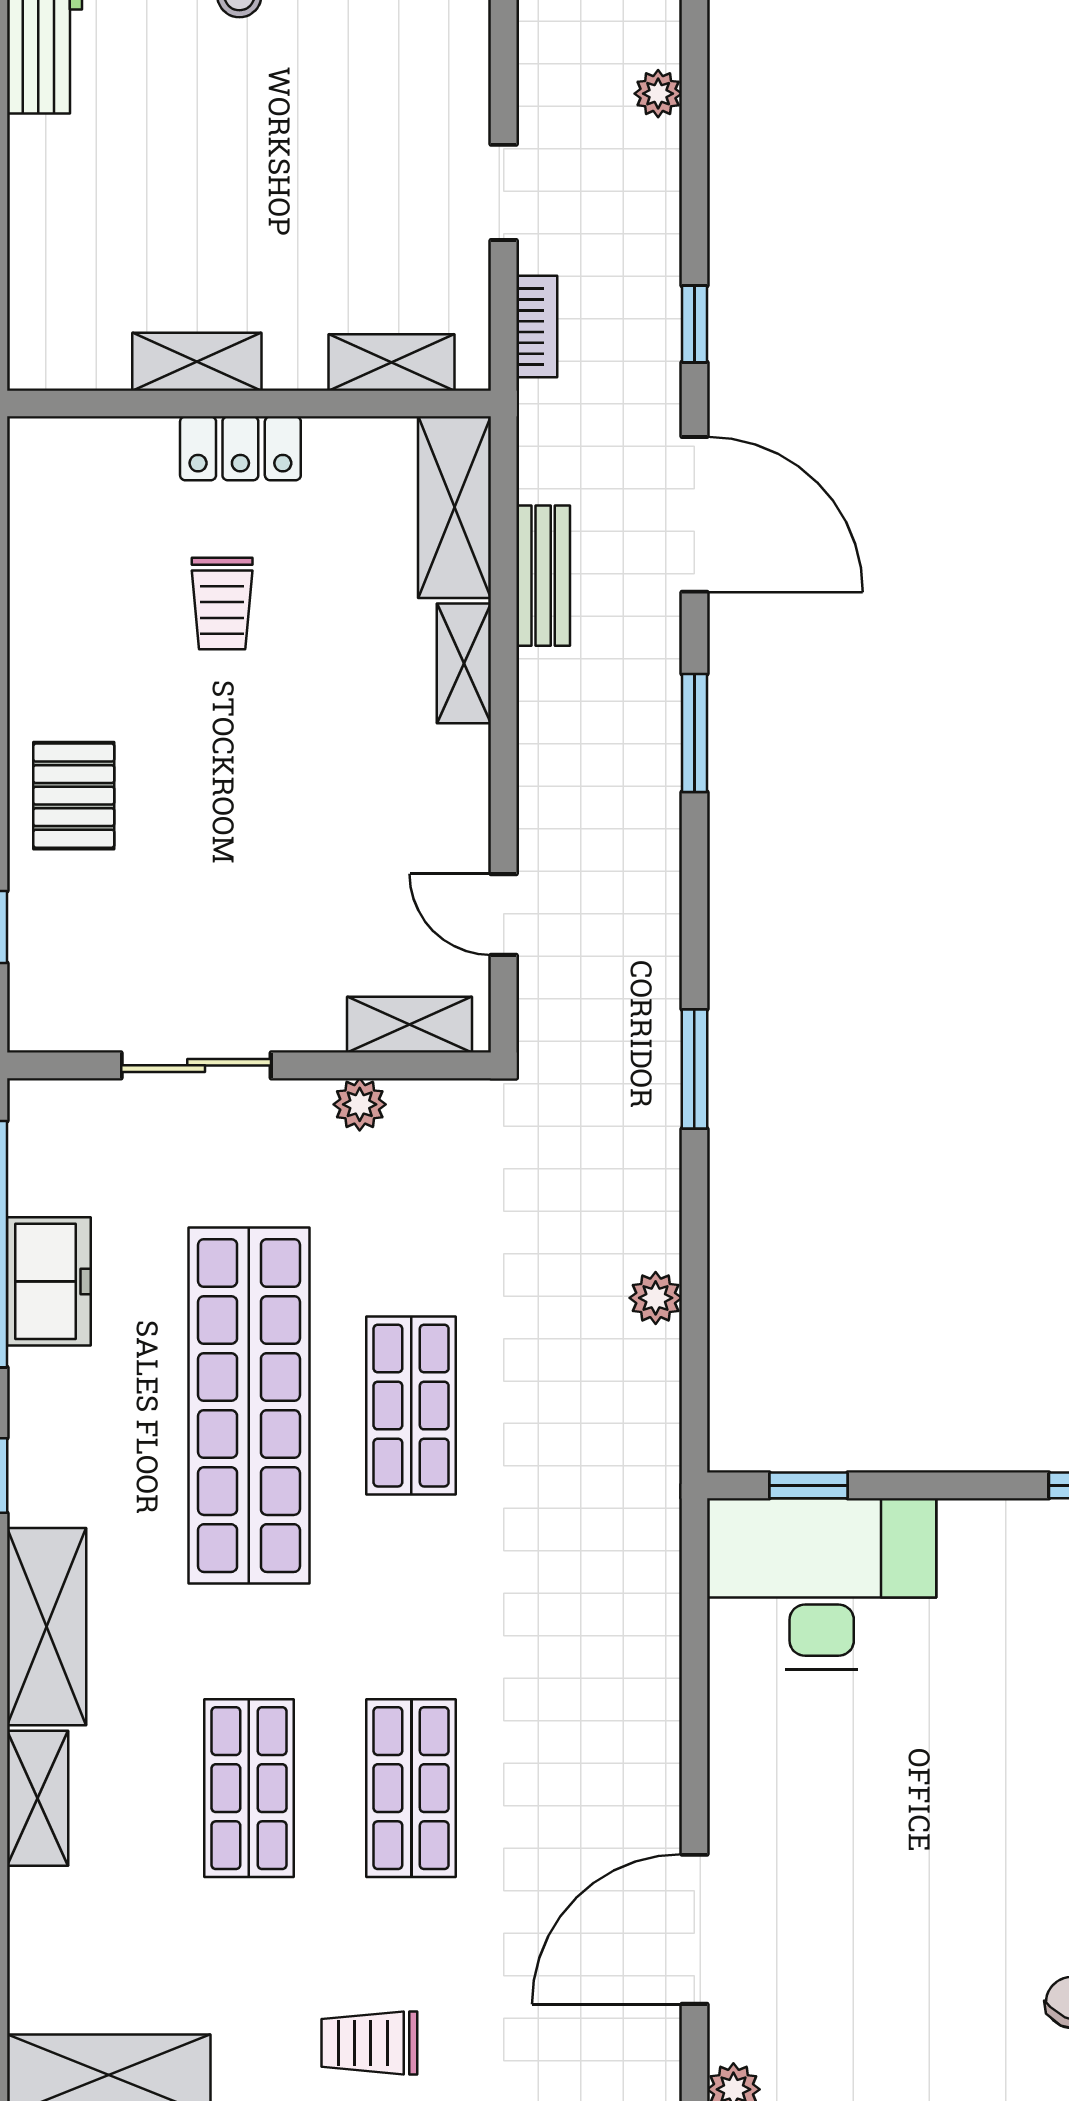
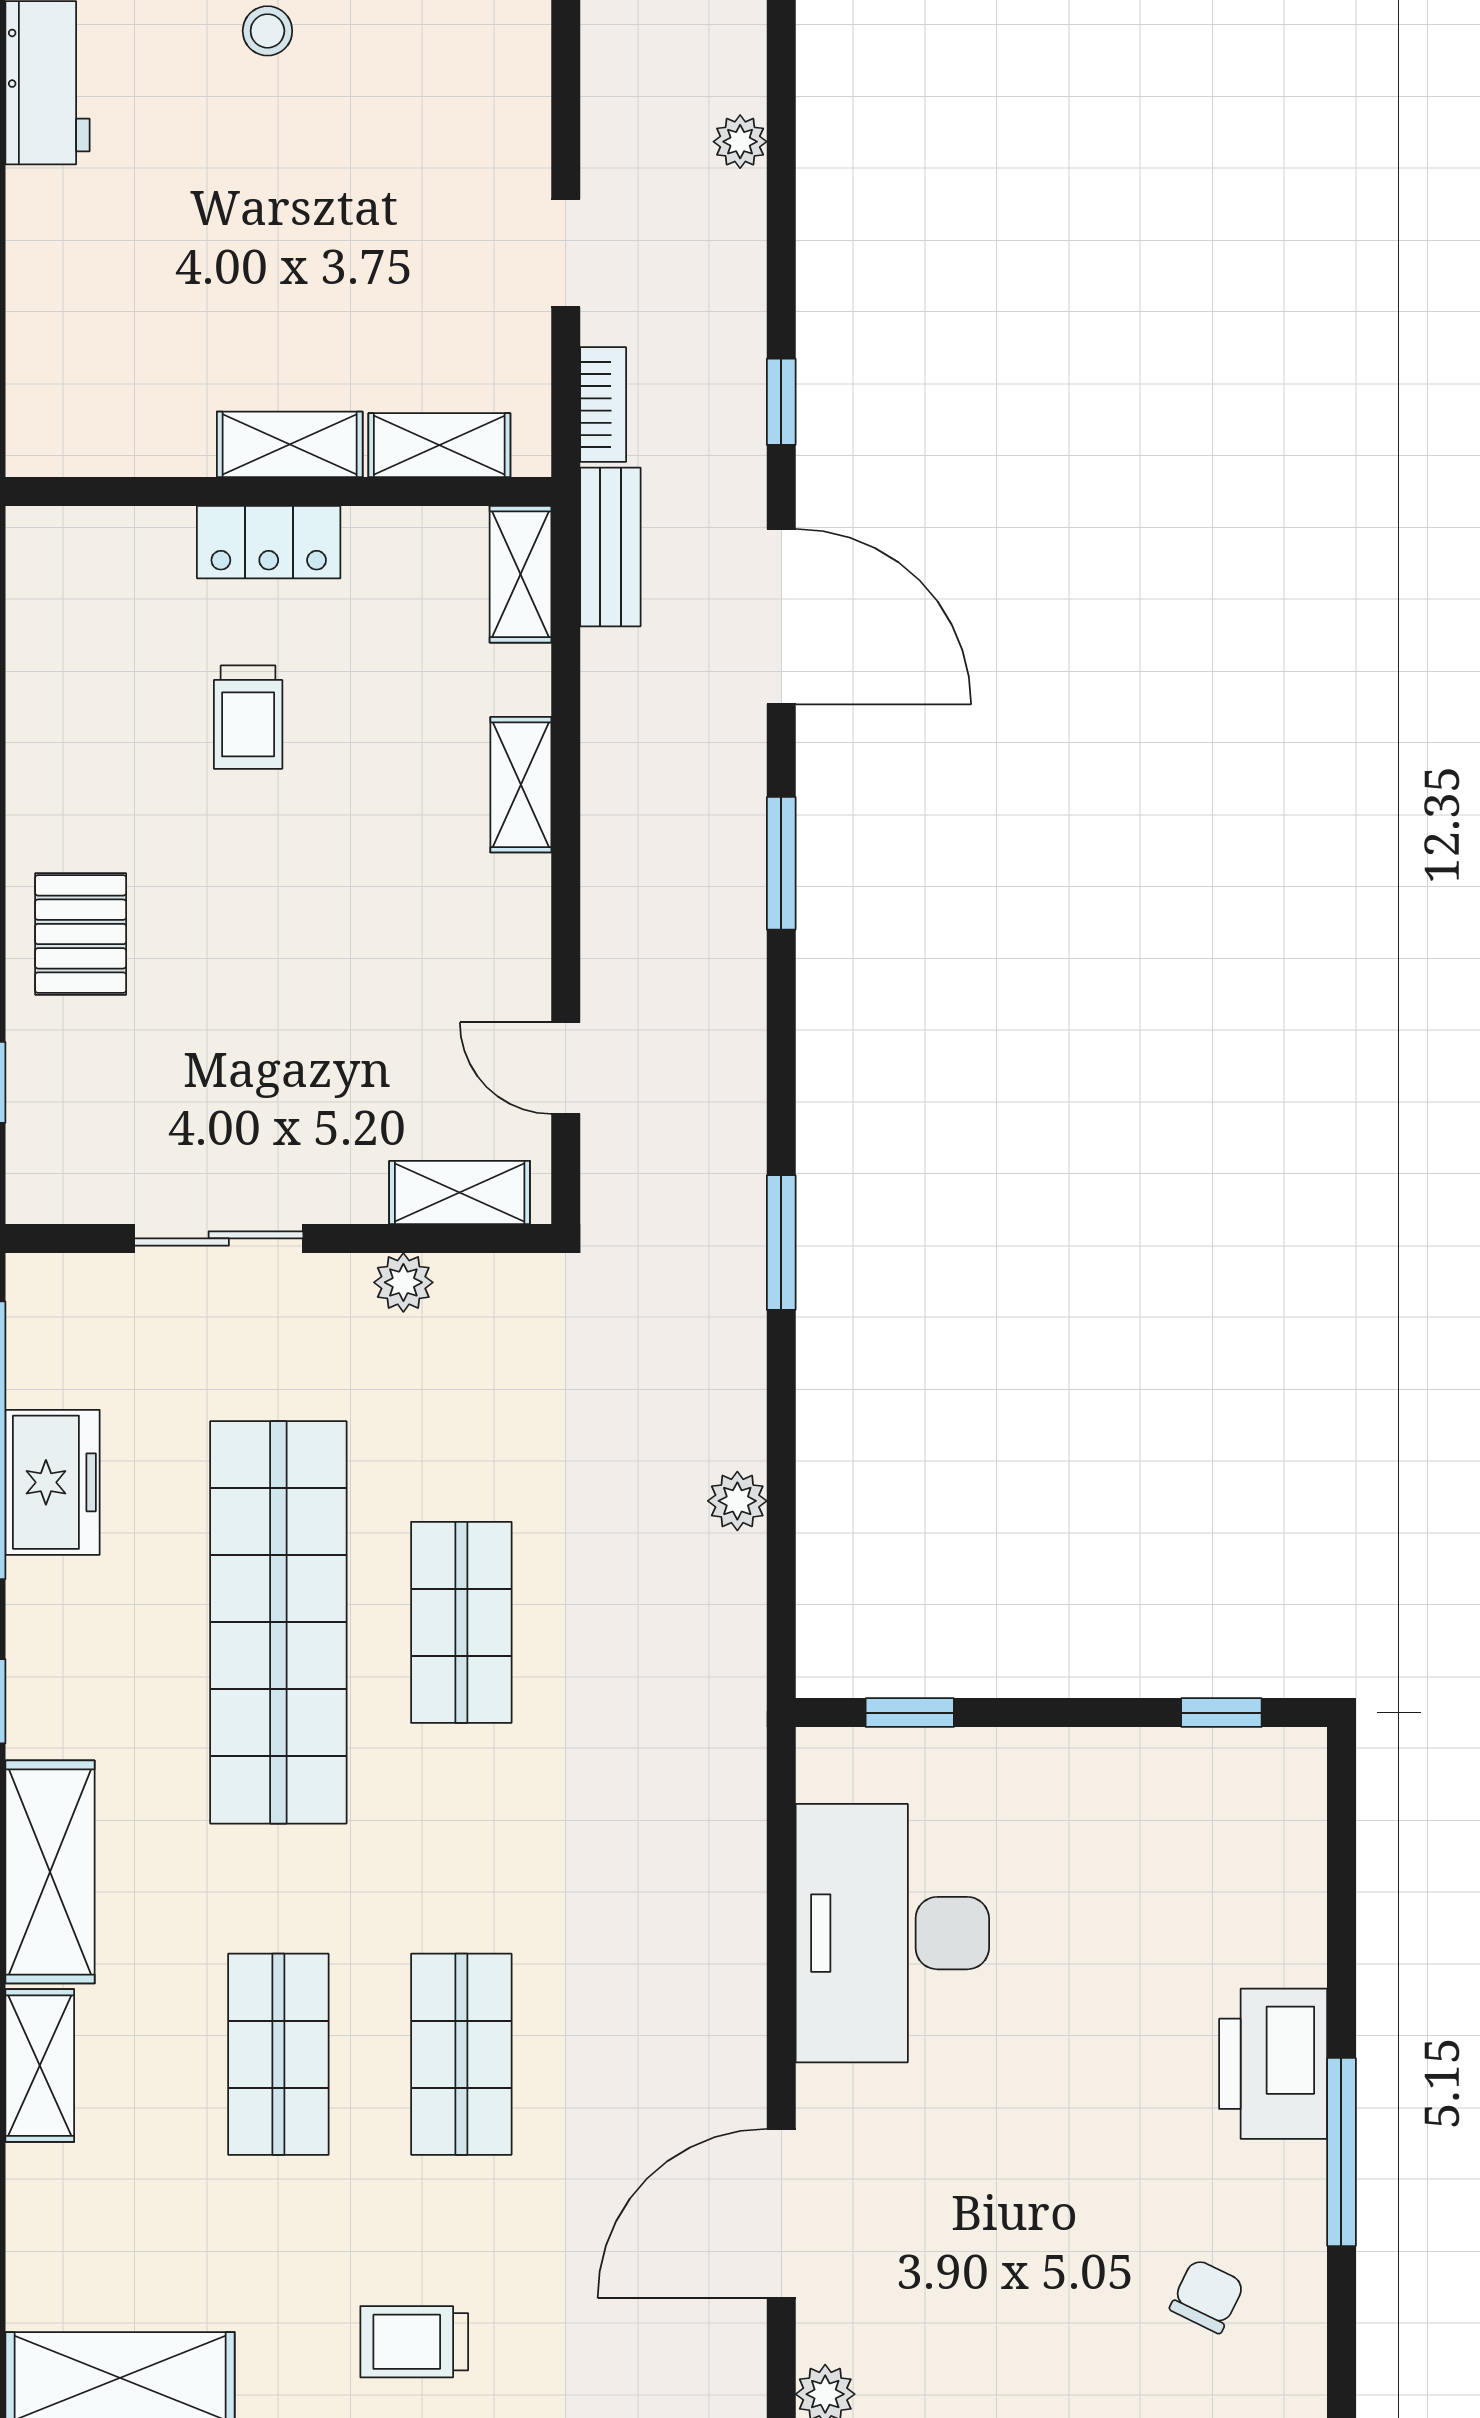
shelving: (197, 362) -> (290, 444), moved
shelving: (454, 507) -> (521, 574), width x0.67, depth x0.75
bench: (543, 576) -> (610, 547), moved
desk: (822, 1584) -> (892, 1933), moved, turned -90

